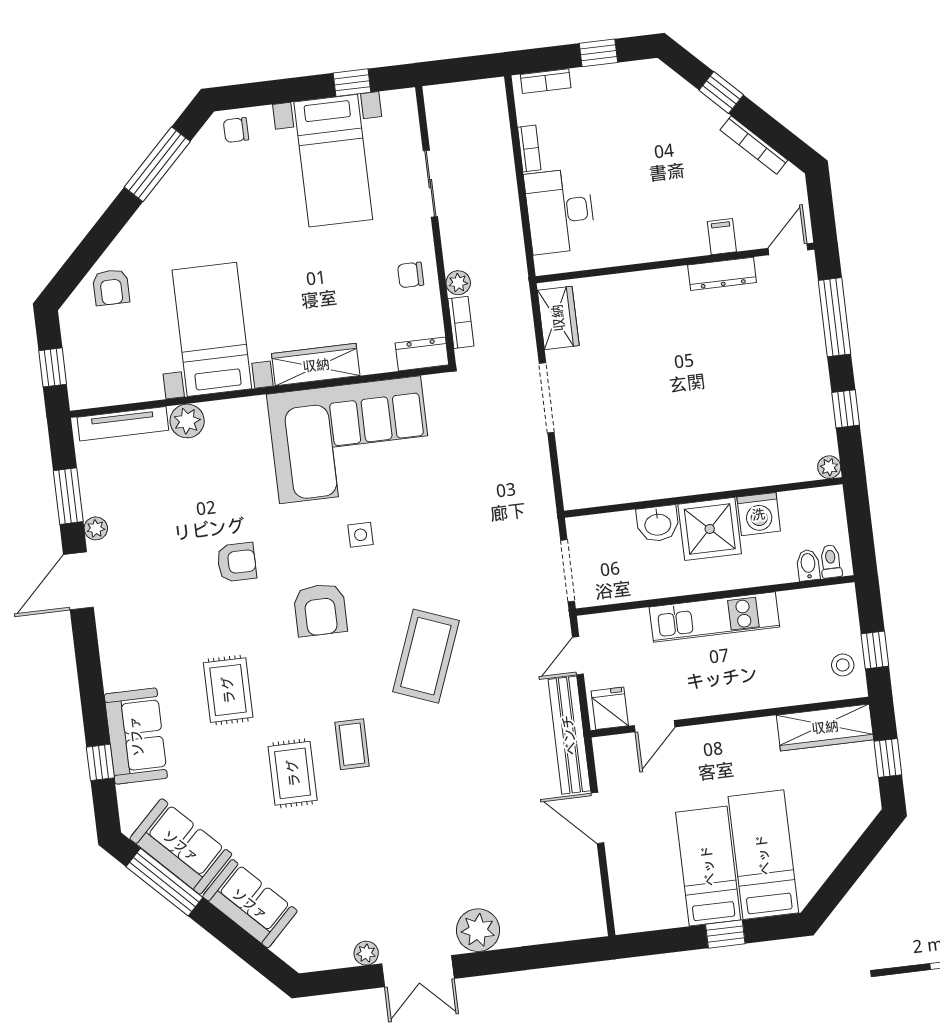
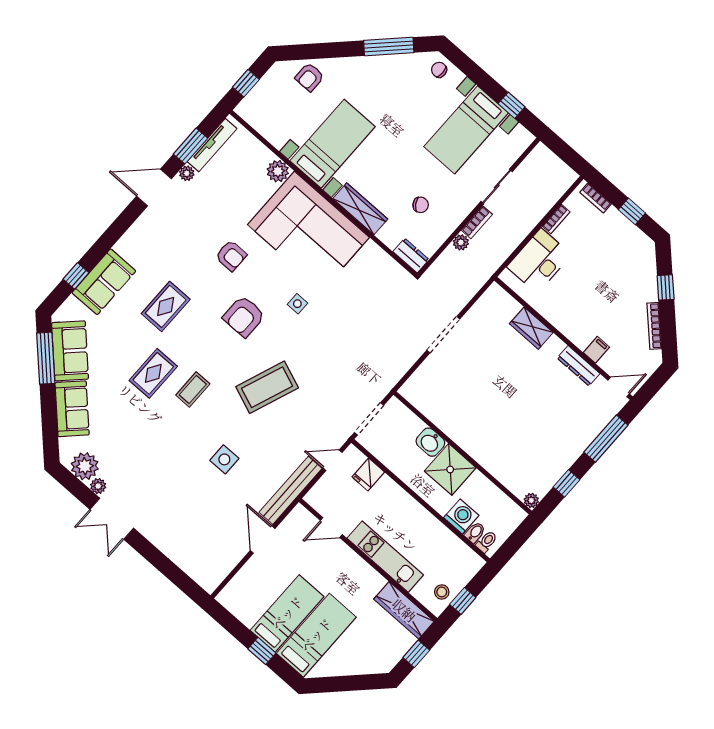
chair: (411, 275) -> (421, 205), moved, turned 146
wardrobe: (558, 318) -> (531, 328), moved, turned 90
bookcase: (461, 322) -> (477, 222), moved
tv unit: (123, 424) -> (212, 145), moved, turned -90
corner sofa: (350, 440) -> (308, 231), moved
washing machine: (759, 514) -> (461, 517), moved, turned 180
kitchen unit: (714, 617) -> (385, 557), moved, turned 180
fridge: (610, 708) -> (368, 474), moved, turned 180
side table: (465, 780) -> (224, 459), added
plant: (478, 930) -> (85, 466), moved

